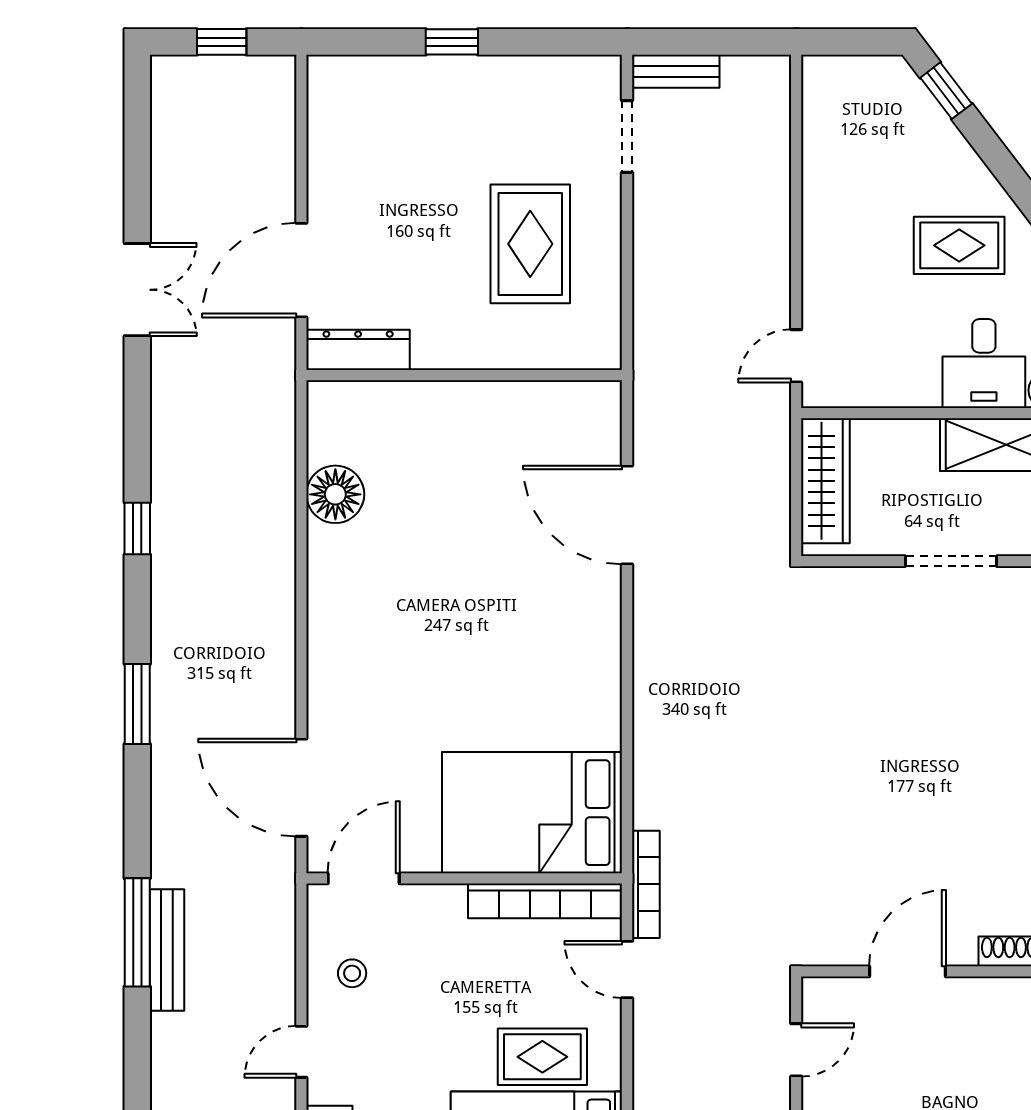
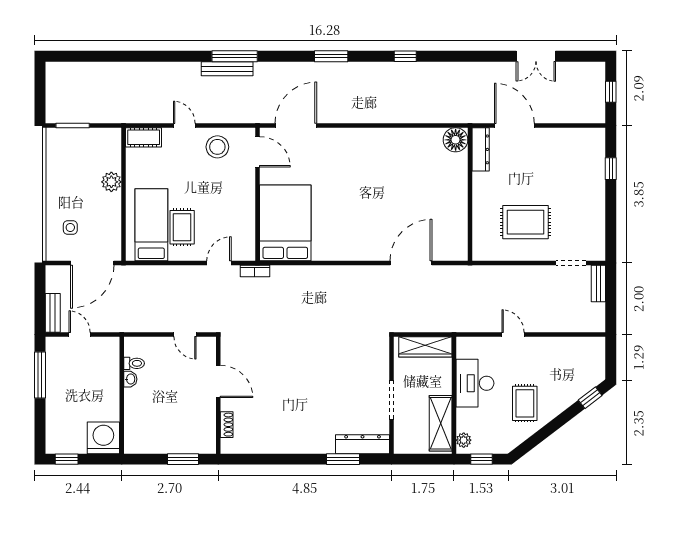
window: (452, 42) -> (611, 169), moved
double door: (137, 290) -> (536, 56), moved
door: (796, 356) -> (513, 334), moved
desk: (984, 364) -> (475, 383), moved, width x1.37
floor lamp: (335, 494) -> (456, 140), moved
bookcase: (646, 884) -> (255, 271), width x0.64
bookcase: (545, 901) -> (248, 228), removed
stool: (352, 973) -> (217, 147), width x1.89, depth x1.89

